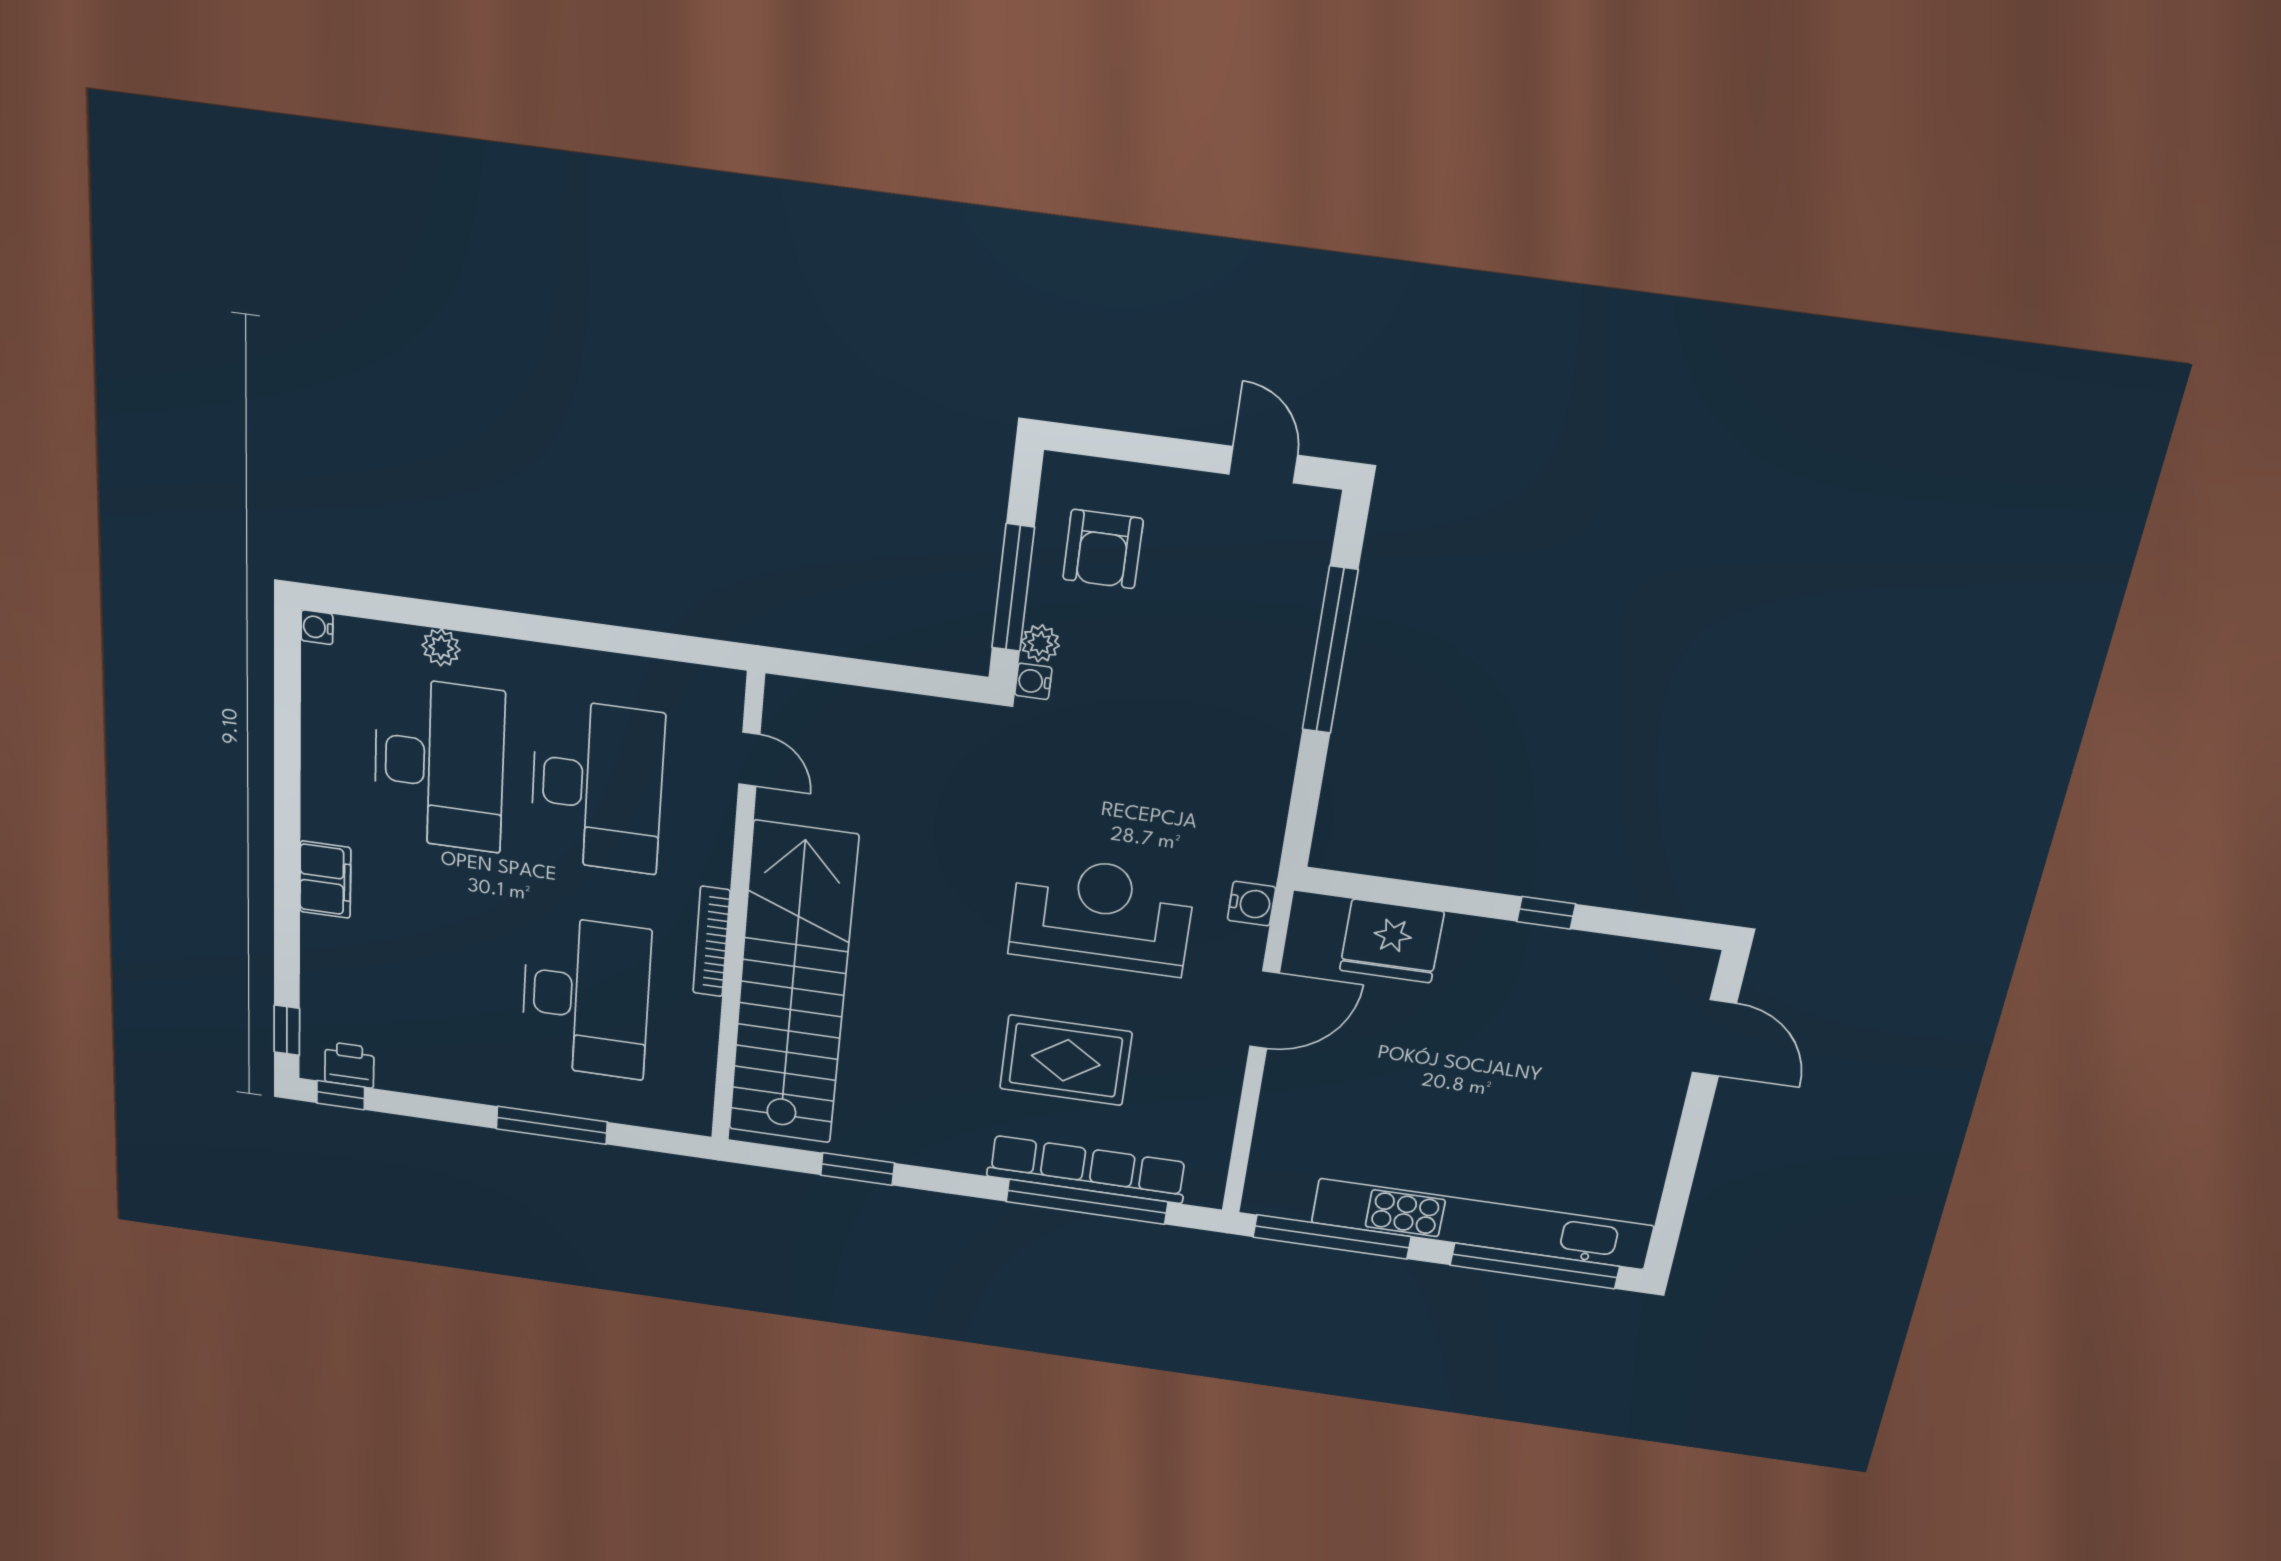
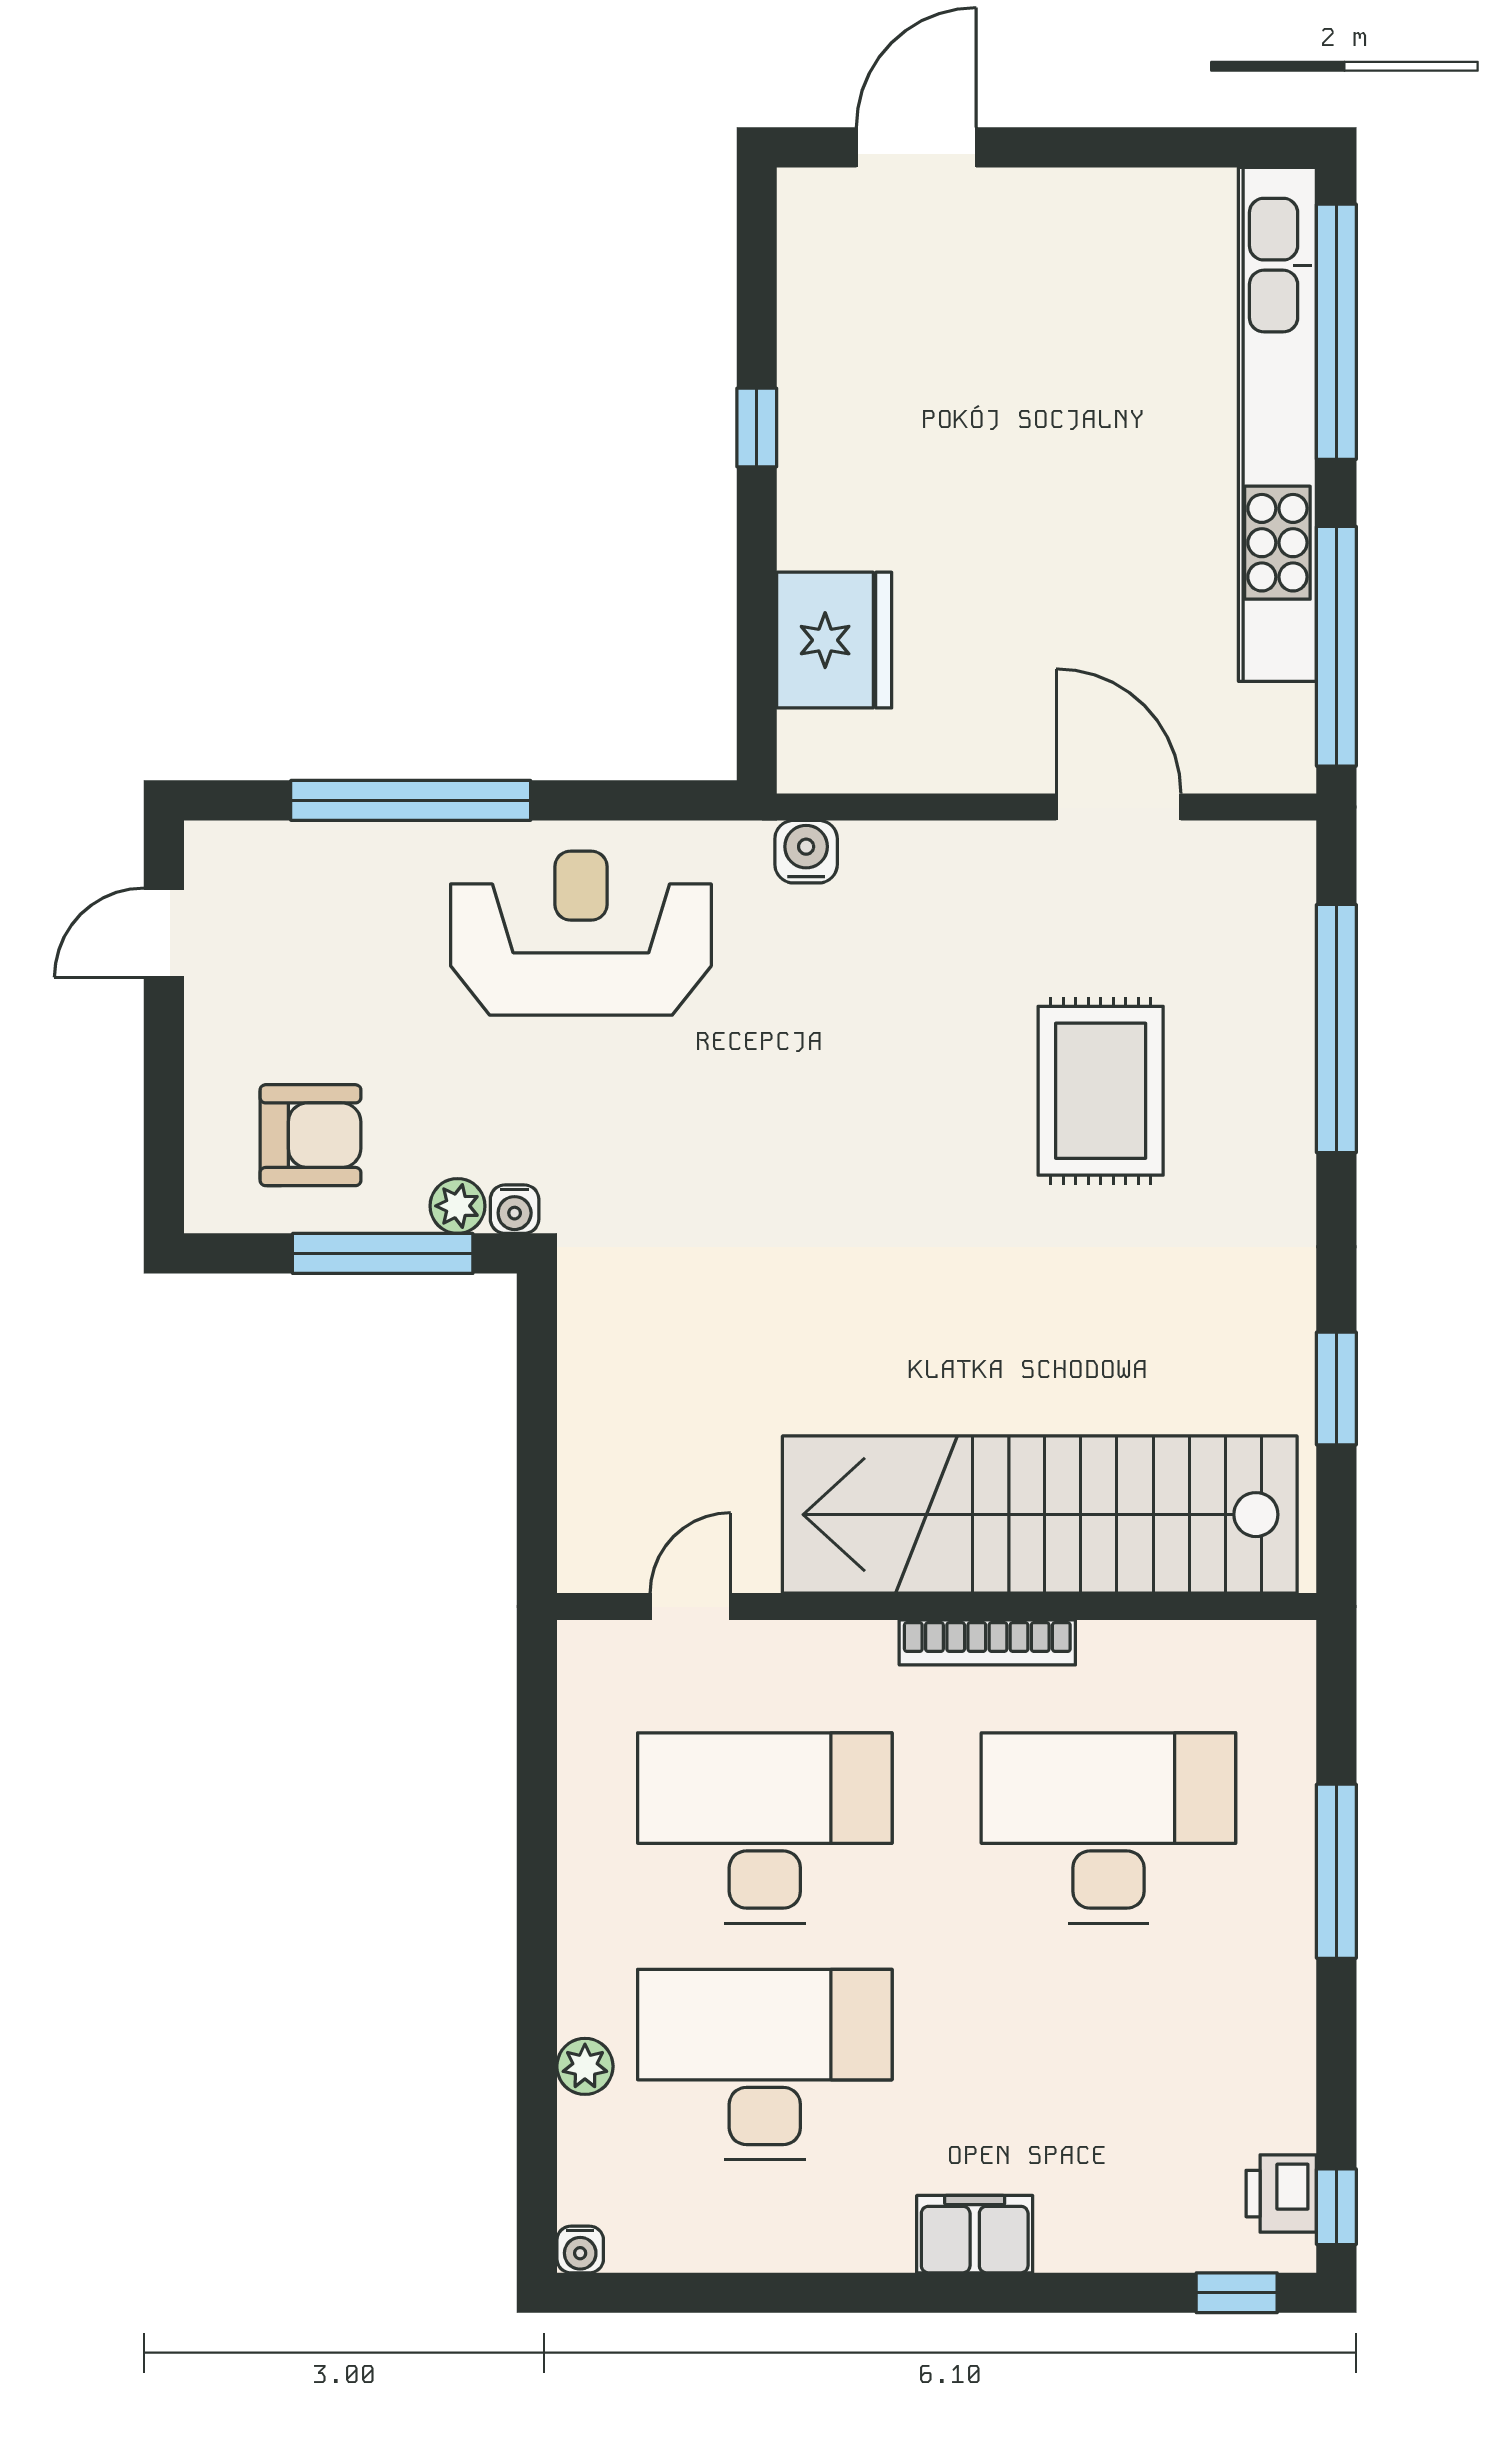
reception desk: (1101, 915) -> (581, 933), moved, turned 90
door: (1265, 1010) -> (1119, 807), moved
row of seats: (1087, 1169) -> (1280, 1035), removed

